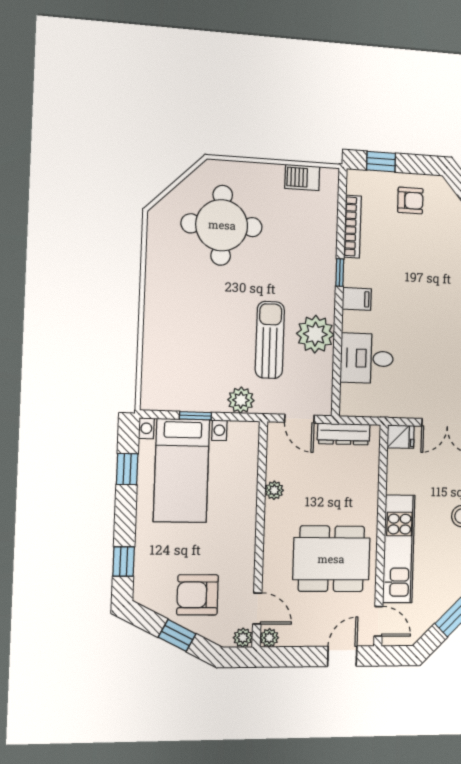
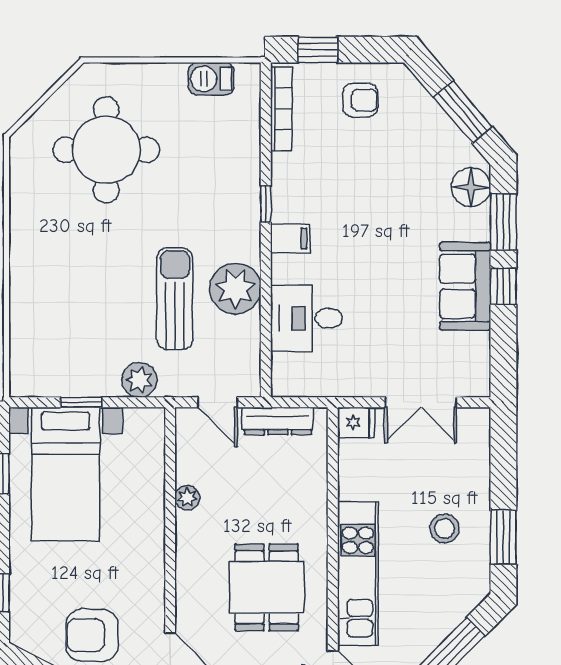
bookcase: (353, 227) -> (281, 109), moved
dining table: (331, 559) -> (267, 587), width x0.73

